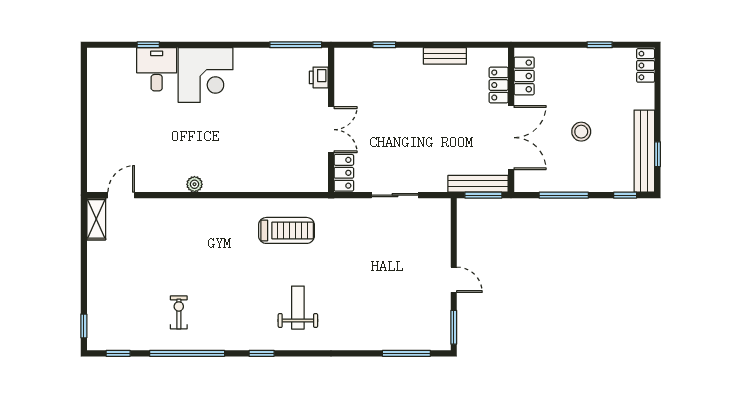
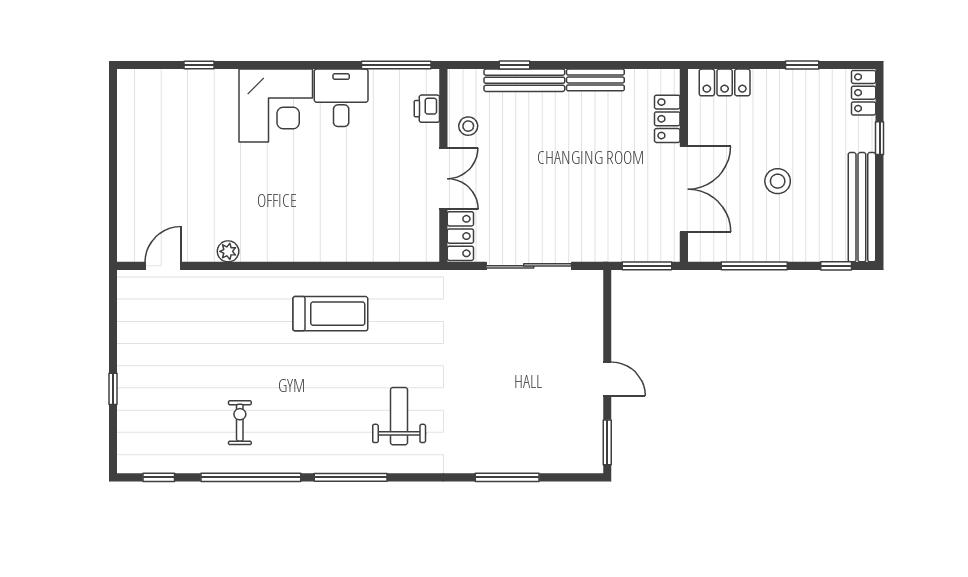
desk: (157, 69) -> (341, 98), moved
locker: (524, 76) -> (725, 82), moved, turned 90
stool: (350, 90) -> (468, 126), added
window: (657, 154) -> (880, 138), moved
plant: (195, 184) -> (228, 251), moved
bench: (478, 184) -> (524, 80), moved
sliding door: (395, 195) -> (529, 266), width x1.37
shelving: (96, 219) -> (129, 298), removed
treadmill: (286, 230) -> (330, 314), moved
window: (84, 326) -> (113, 389), moved
window: (262, 353) -> (351, 477), width x2.17
window: (406, 353) -> (507, 477), moved

